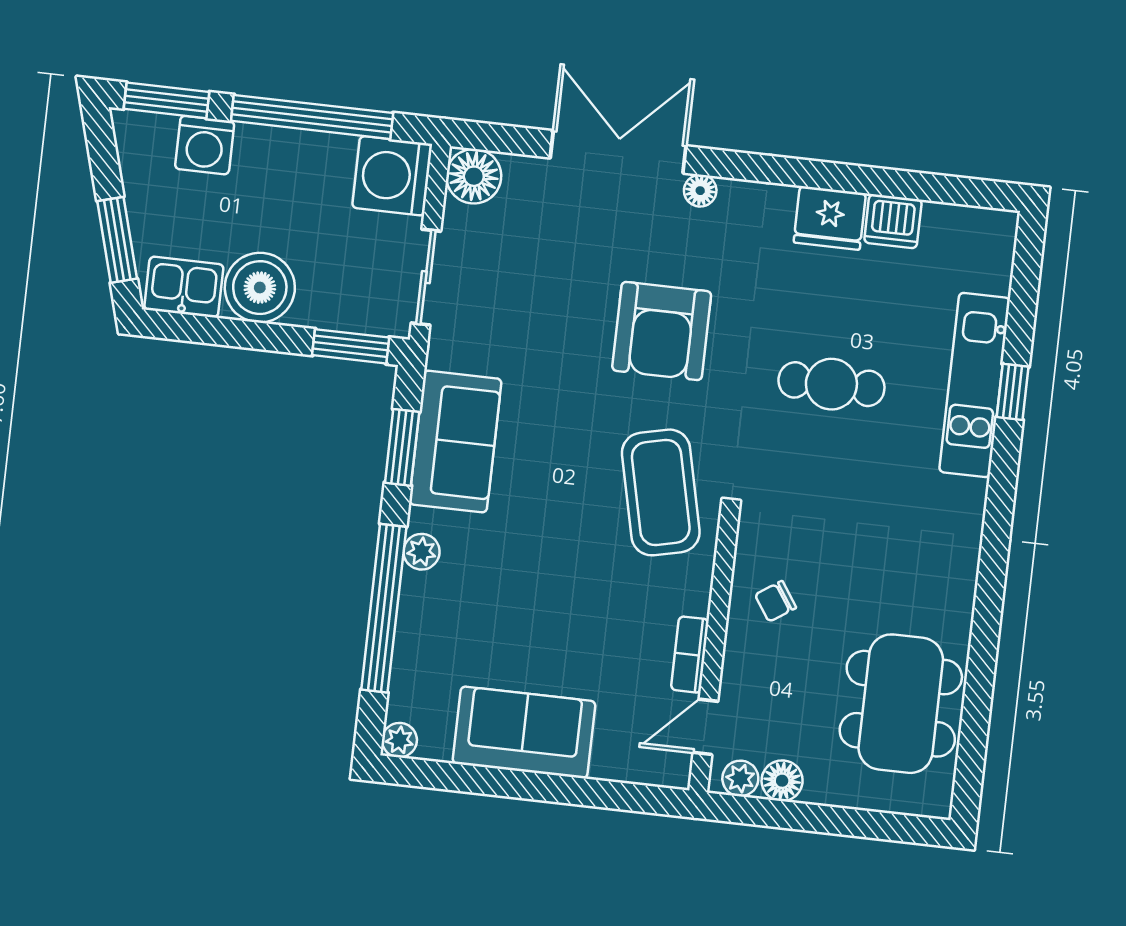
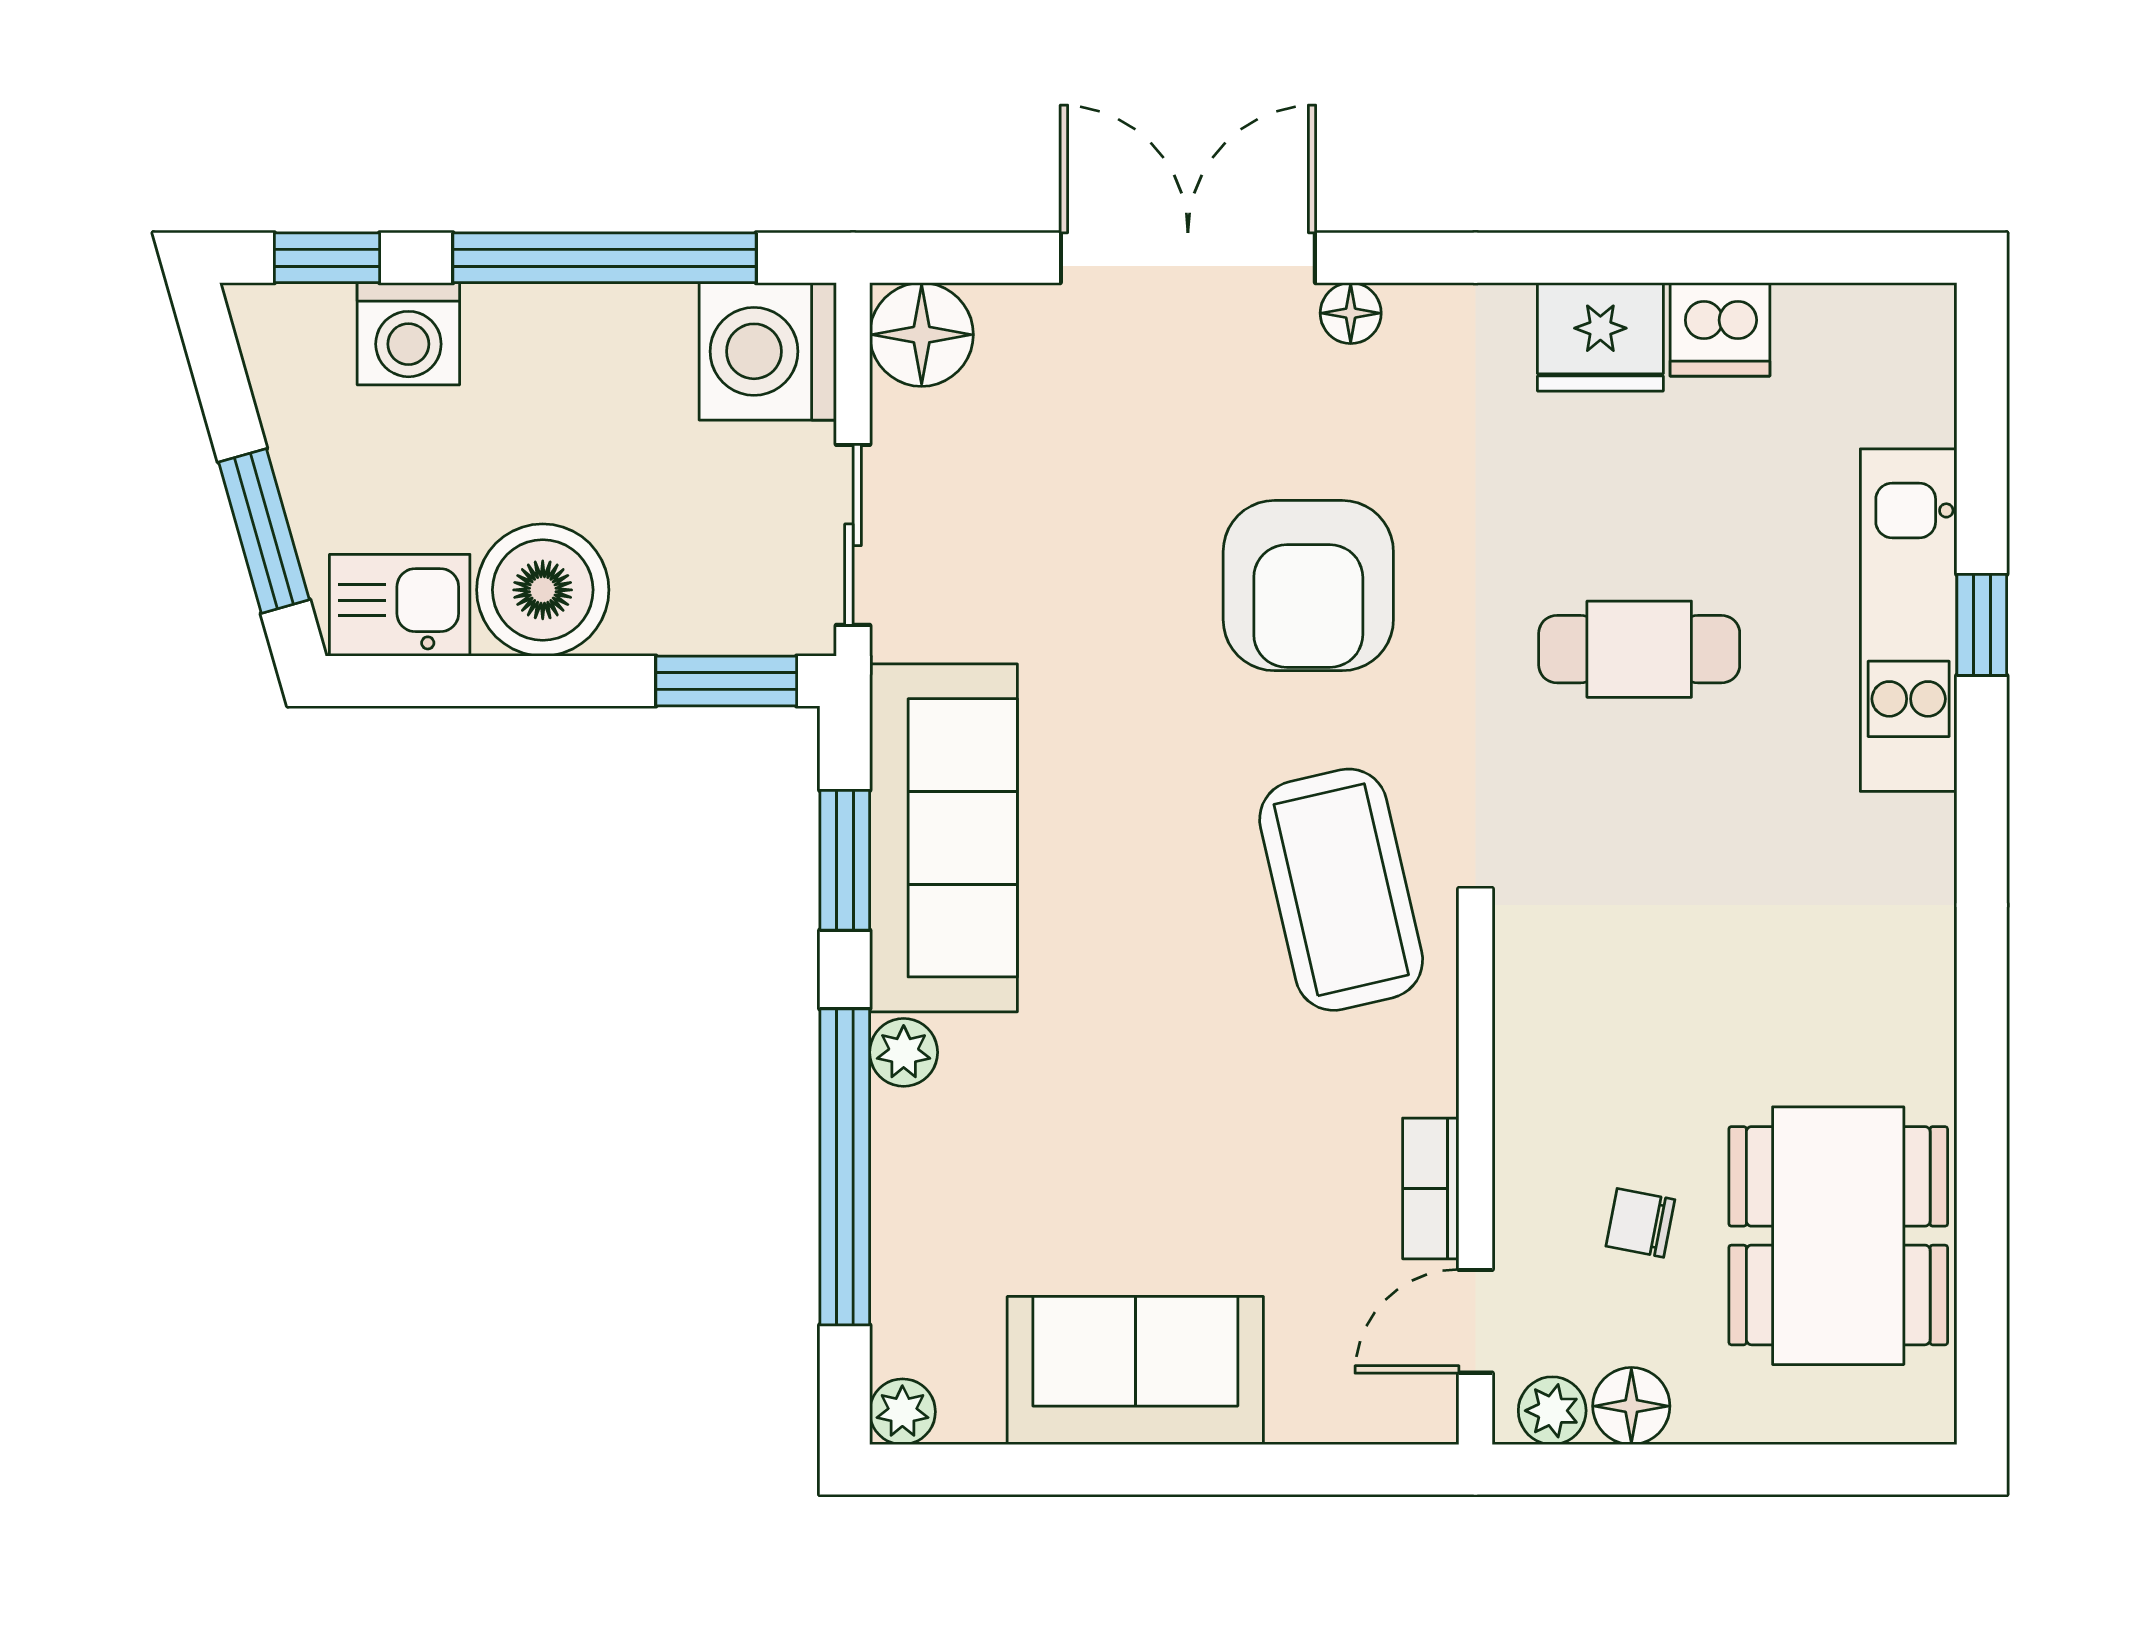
window: (166, 100) -> (327, 258), width x0.67
sofa: (455, 442) -> (944, 838), width x1.36
chair: (776, 601) -> (1640, 1223), moved, turned 45

